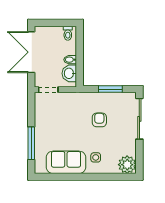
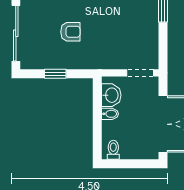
window: (110, 89) -> (55, 74), width x0.67
armchair: (99, 120) -> (70, 32), turned -90

